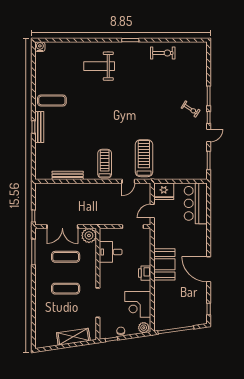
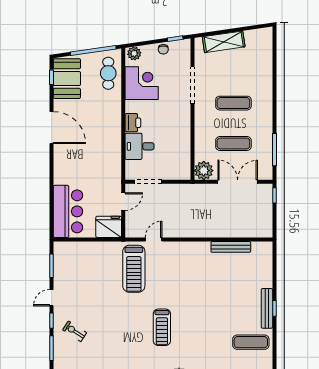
treadmill: (105, 164) -> (162, 327), moved
desk: (111, 252) -> (140, 146), moved, turned 180
booth: (164, 264) -> (67, 79), moved
cafe table: (164, 312) -> (108, 73), added

